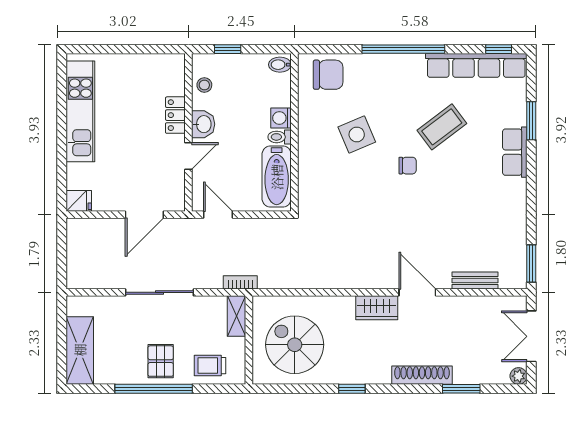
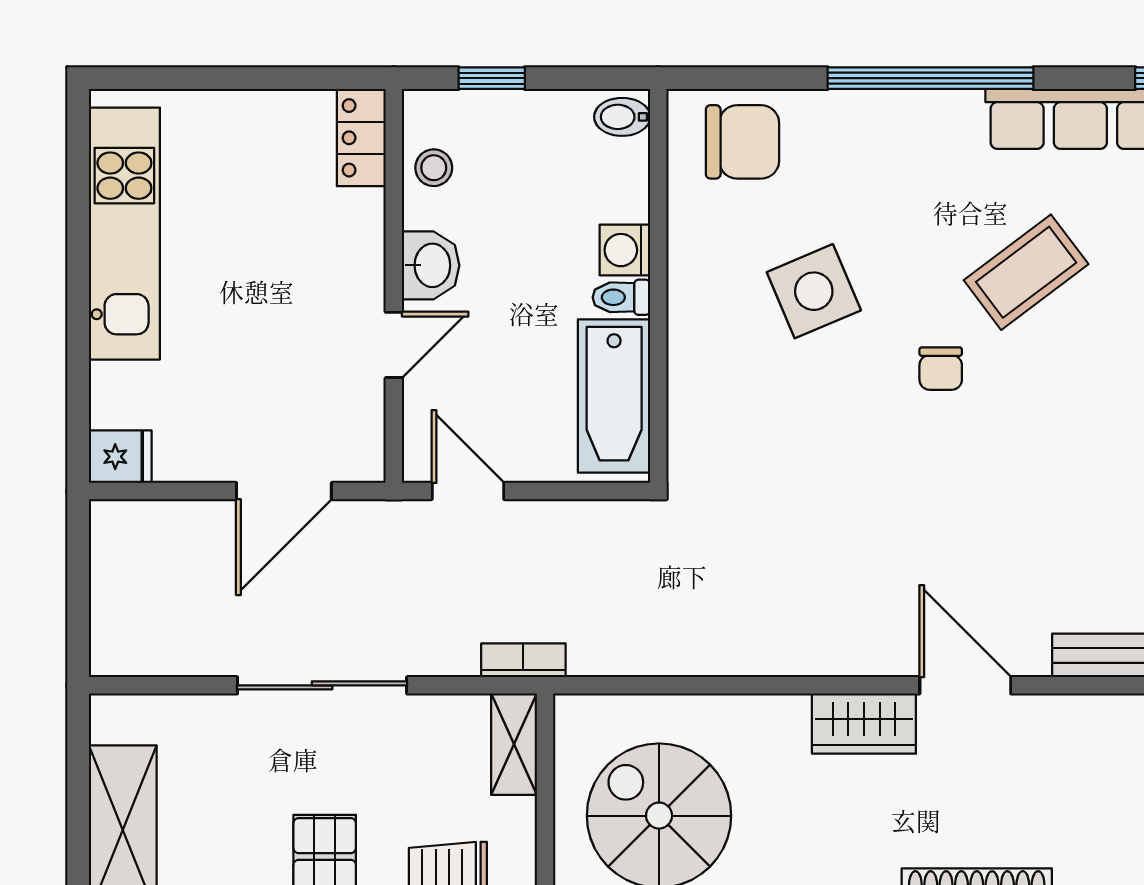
locker: (175, 115) -> (361, 138), moved
chair: (408, 166) -> (941, 369), turned 90

